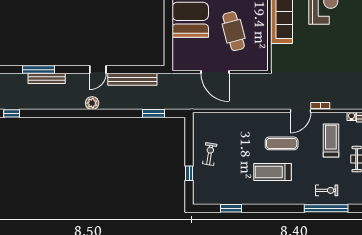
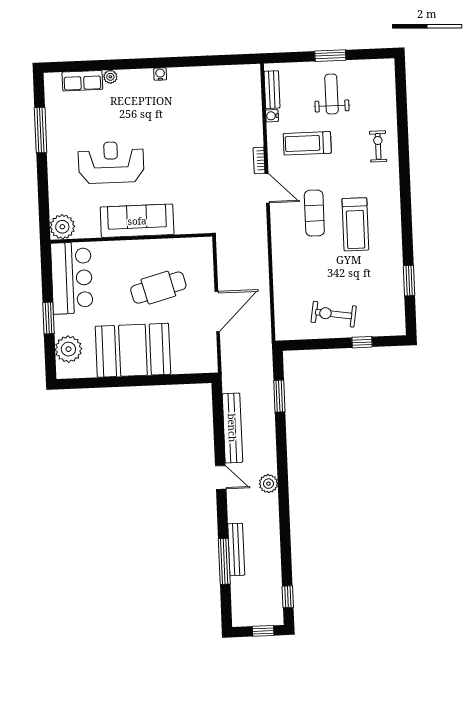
exercise bike: (210, 154) -> (334, 314), width x1.38, depth x1.39
window: (326, 208) -> (403, 146), removed

